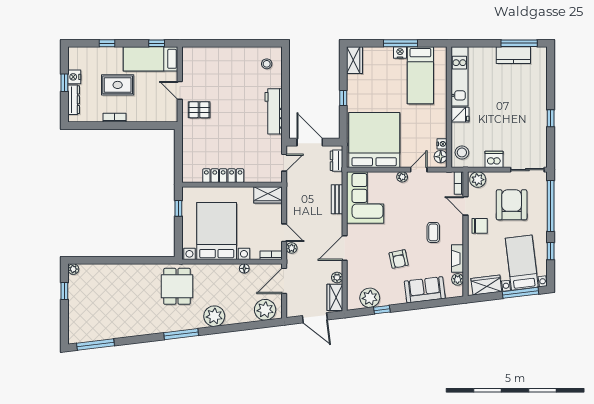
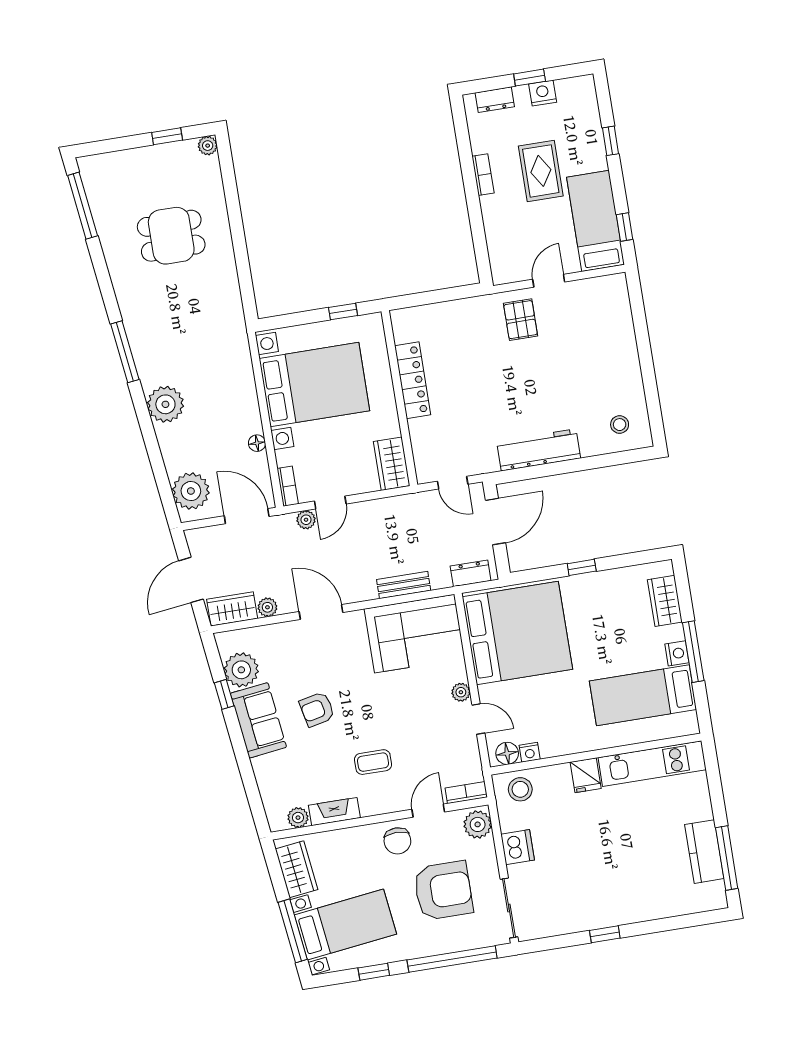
wardrobe: (355, 60) -> (665, 601), moved, turned 90
dresser: (74, 100) -> (495, 100), width x0.70
dining table: (177, 286) -> (171, 236), moved
sofa: (425, 290) -> (258, 720), moved

